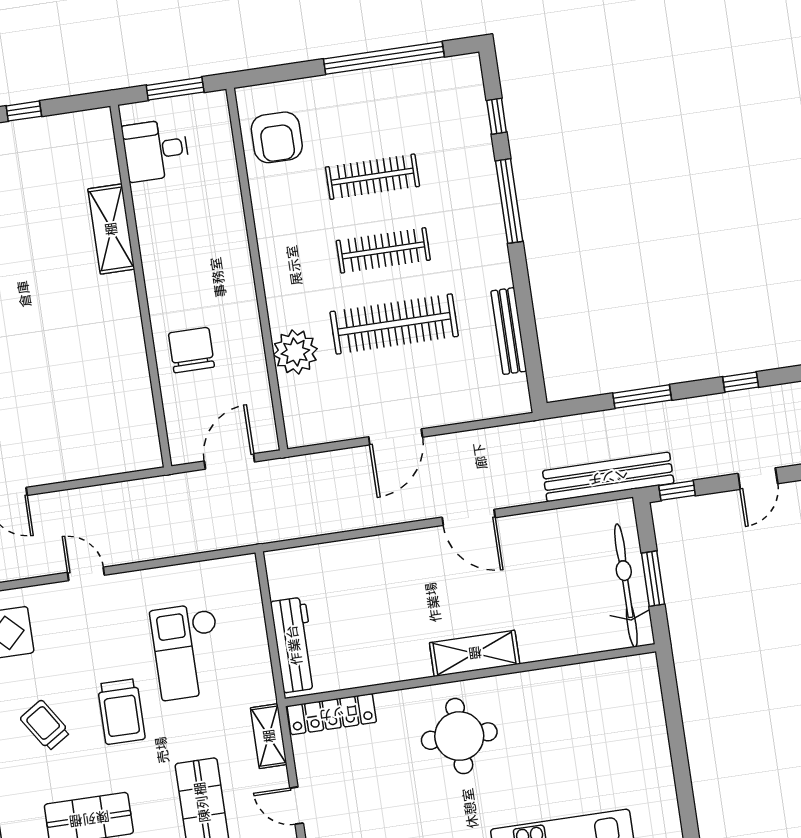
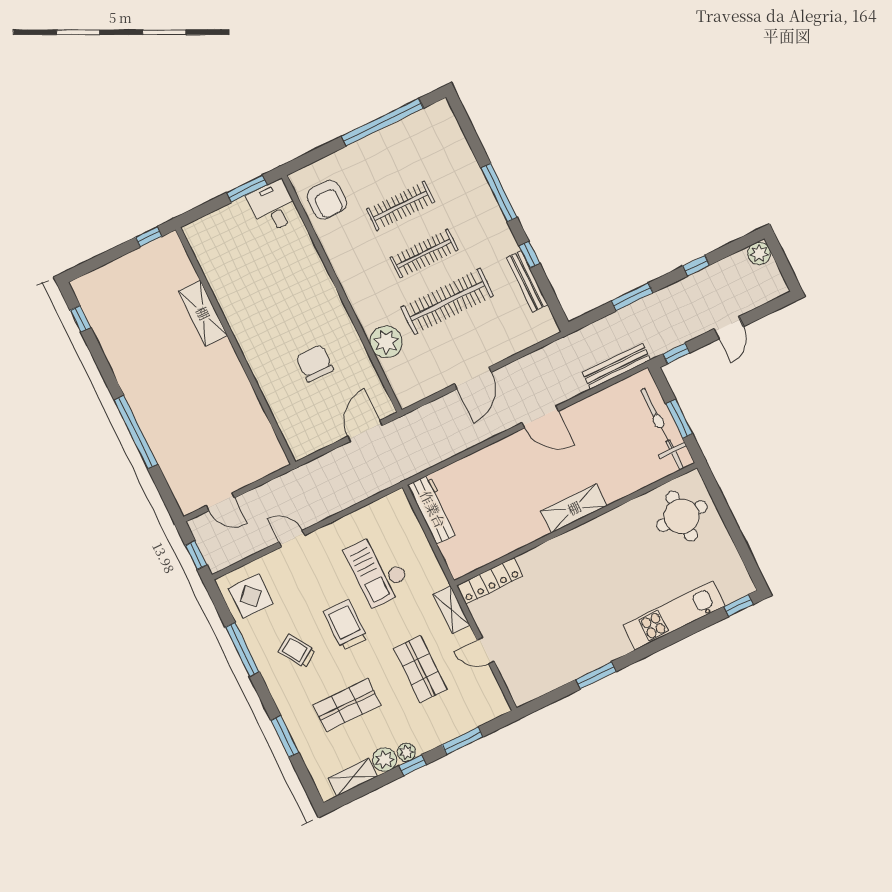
window: (497, 116) -> (529, 255), moved
desk: (156, 150) -> (273, 206), moved, turned 90
shelving: (111, 229) -> (203, 313), moved
wall: (141, 286) -> (236, 346), moved
bench: (608, 477) -> (616, 366), width x0.73, depth x0.82
workbench: (294, 645) -> (433, 509), moved
trolley: (121, 712) -> (346, 625), turned 180
round table: (459, 736) -> (682, 516), moved

